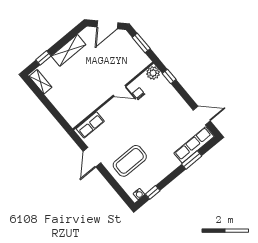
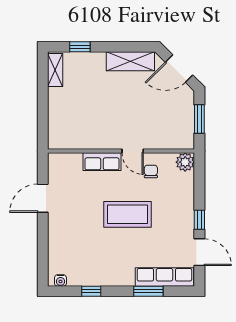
shelving: (69, 50) -> (130, 61), moved
window: (169, 76) -> (199, 220), moved
row of seats: (90, 125) -> (102, 162), moved
coffee table: (130, 161) -> (128, 214), moved
window: (153, 192) -> (91, 291), moved

